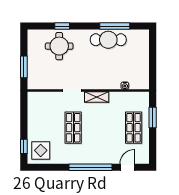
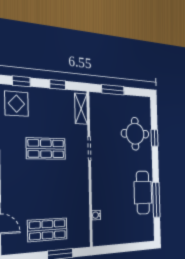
shelving: (97, 97) -> (81, 109), moved
window: (24, 117) -> (58, 85), added

